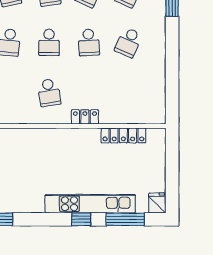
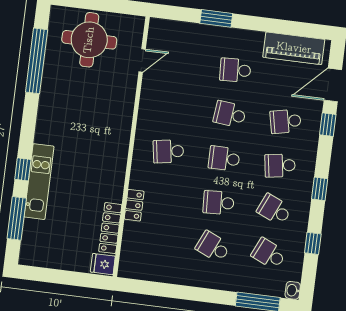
locker: (85, 117) -> (134, 205), moved
fridge: (157, 203) -> (103, 264), moved, turned 180
kitchen unit: (90, 204) -> (39, 182), width x0.73

